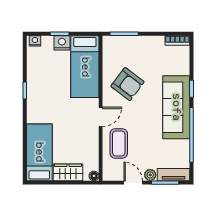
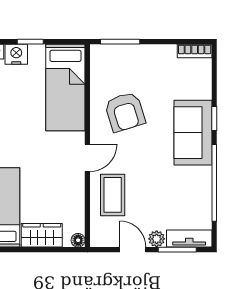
nightstand: (62, 43) -> (16, 54), moved
armchair: (127, 84) -> (125, 112), turned 36
sofa: (176, 107) -> (193, 133), width x0.73

